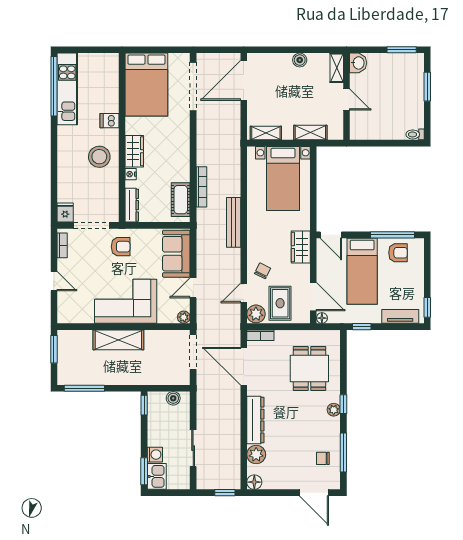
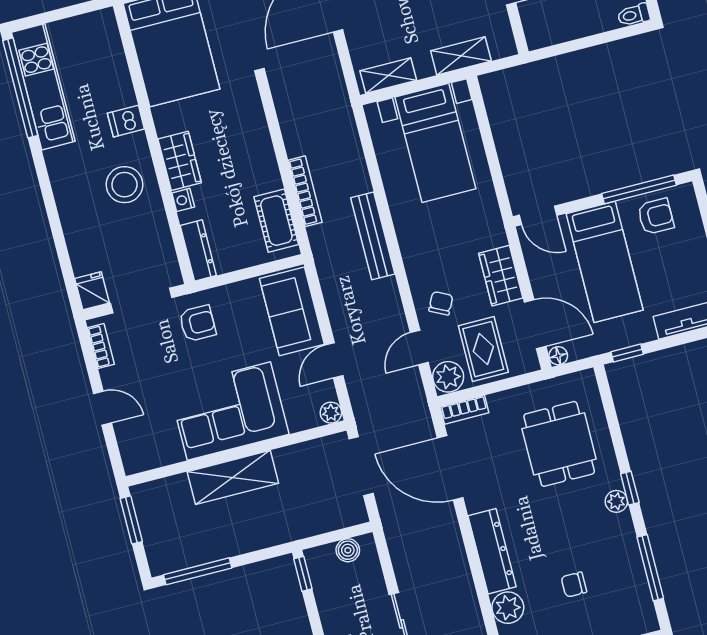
wardrobe: (301, 247) -> (501, 276), moved
chair: (323, 458) -> (574, 585), moved

